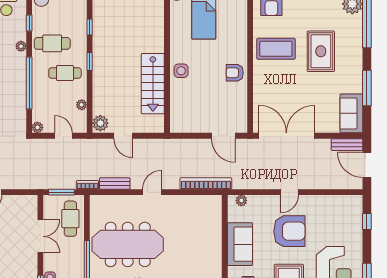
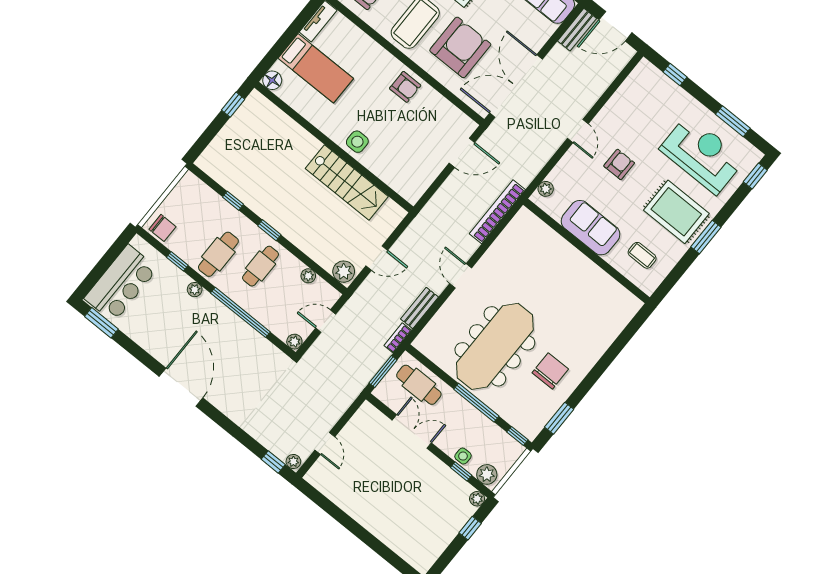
armchair: (235, 73) -> (405, 87), turned -90
armchair: (283, 86) -> (460, 47), added
armchair: (289, 231) -> (619, 164), width x0.53, depth x0.53

